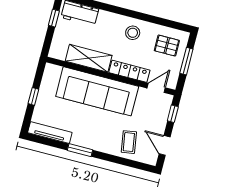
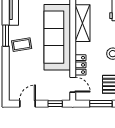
locker: (129, 71) -> (81, 65), width x0.66
coffee table: (129, 142) -> (22, 45), moved

